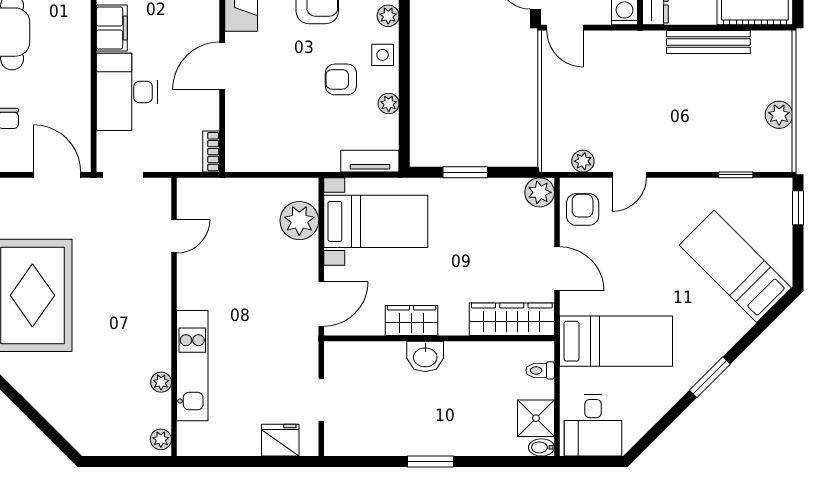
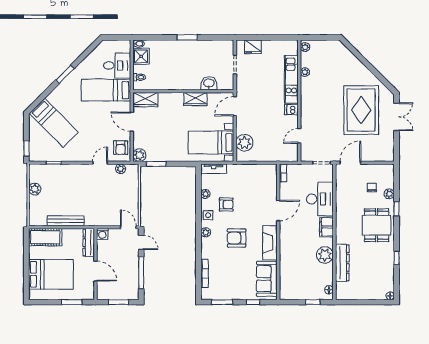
window: (465, 172) -> (156, 164), moved
door: (57, 175) -> (350, 163), swing flipped
dishwasher: (192, 296) -> (291, 110), added
wardrobe: (512, 319) -> (145, 100), width x0.67
washbasin: (425, 356) -> (209, 83), moved
desk: (593, 425) -> (117, 66), moved, turned 90

